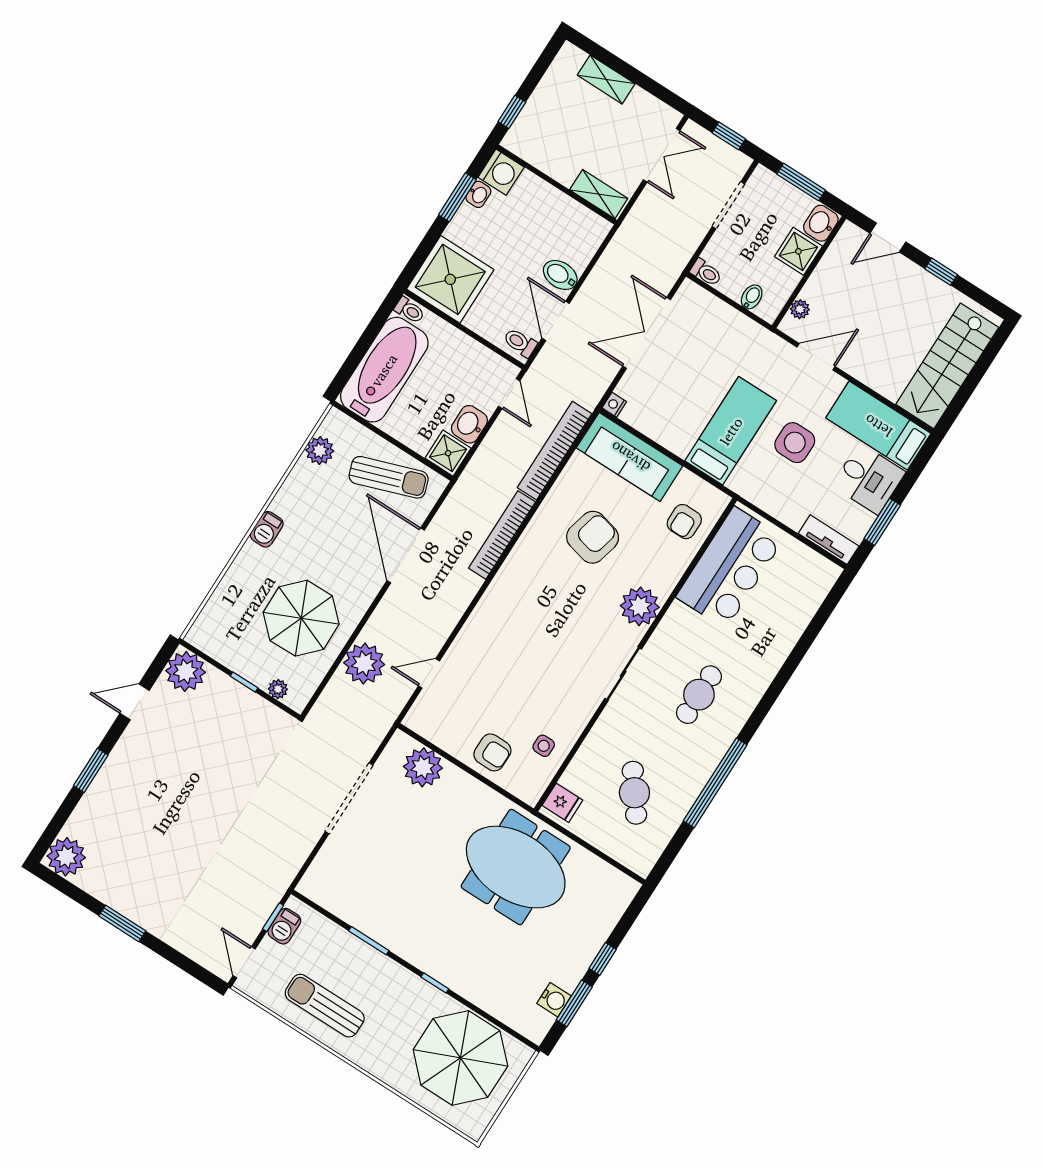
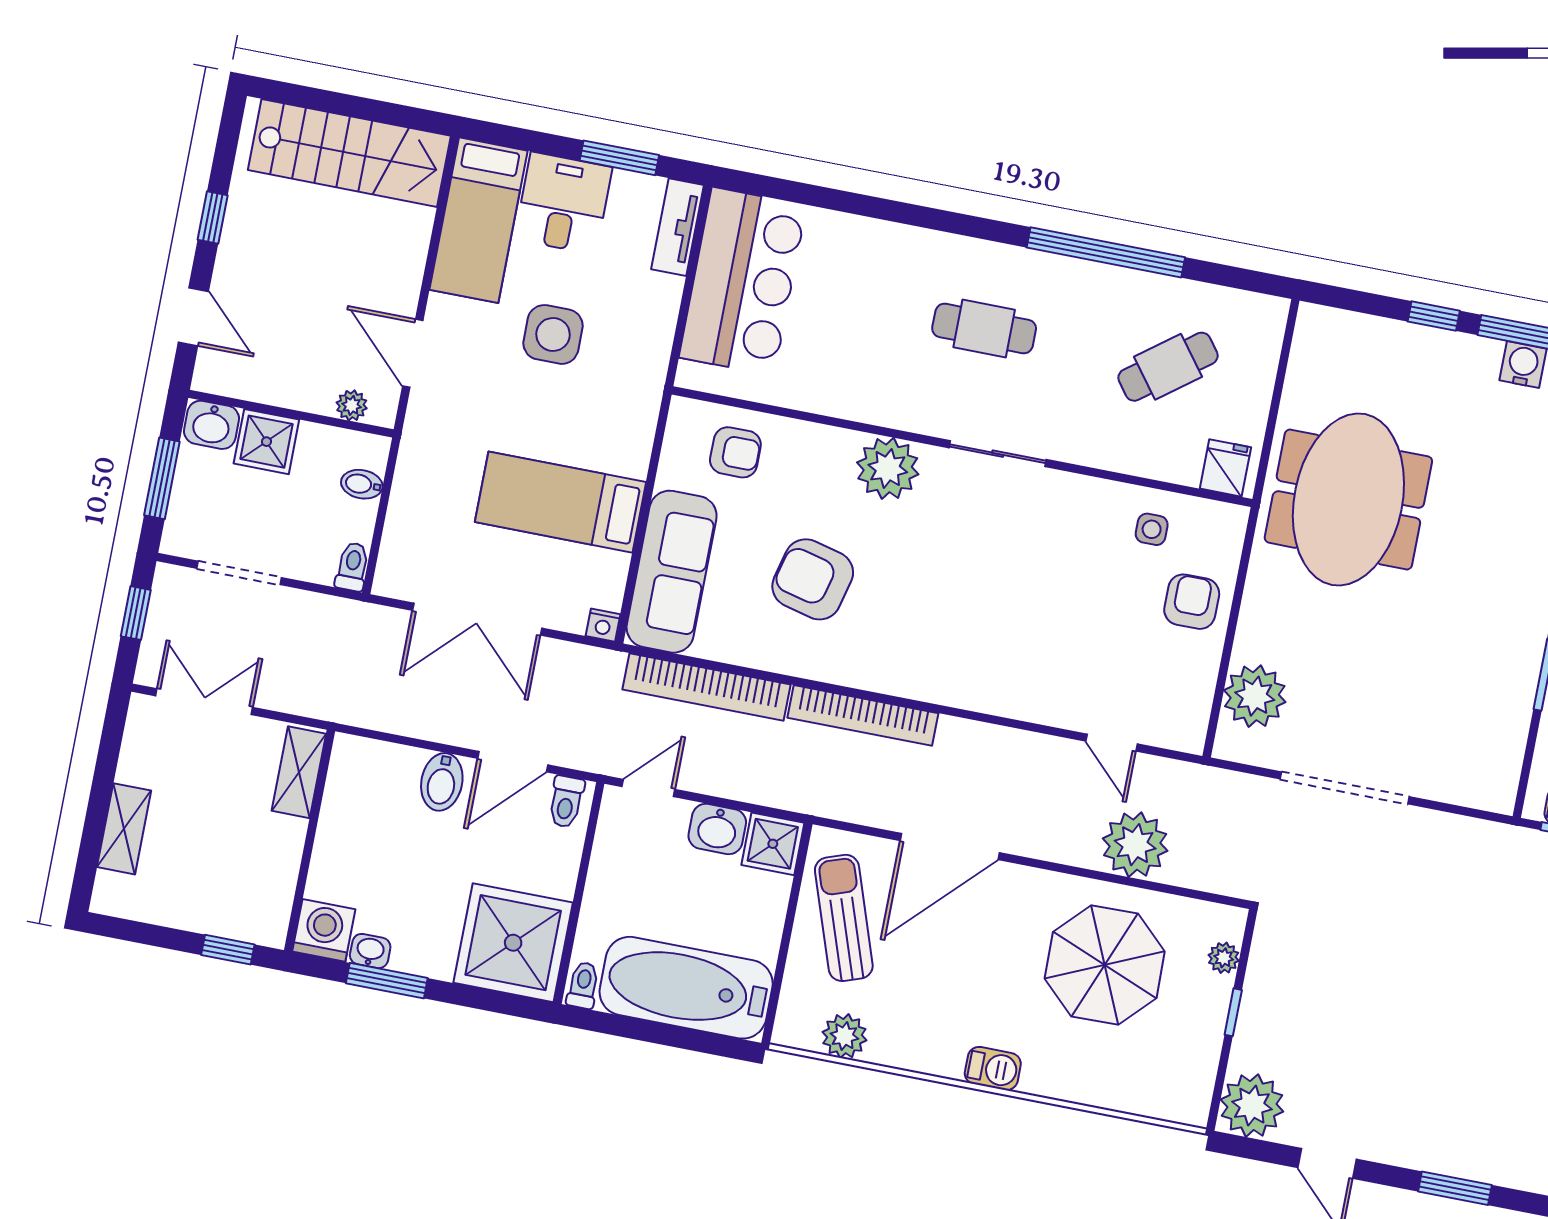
bed: (731, 431) -> (560, 502), moved
bar counter: (730, 568) -> (743, 281), moved, turned 90

